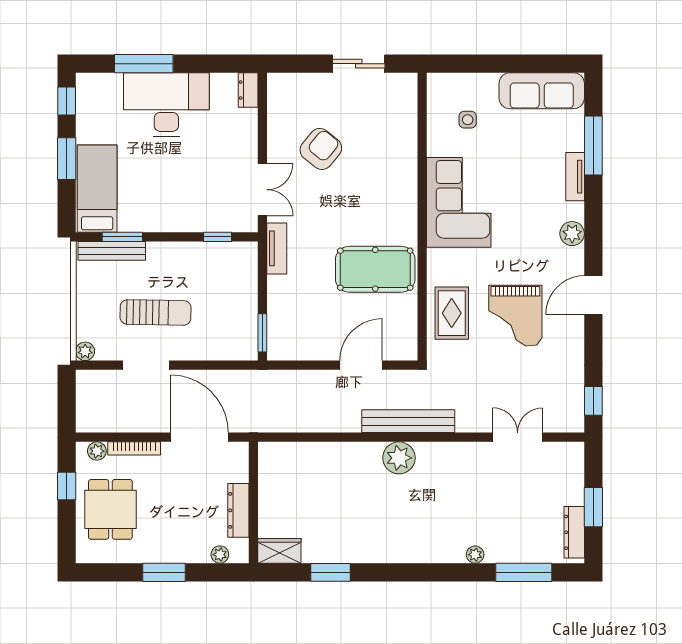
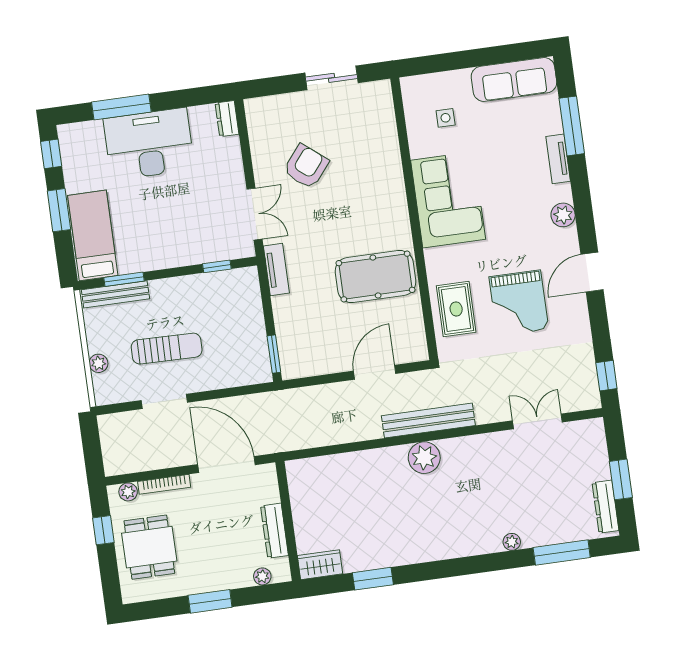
plant: (85, 351) -> (99, 363), moved

